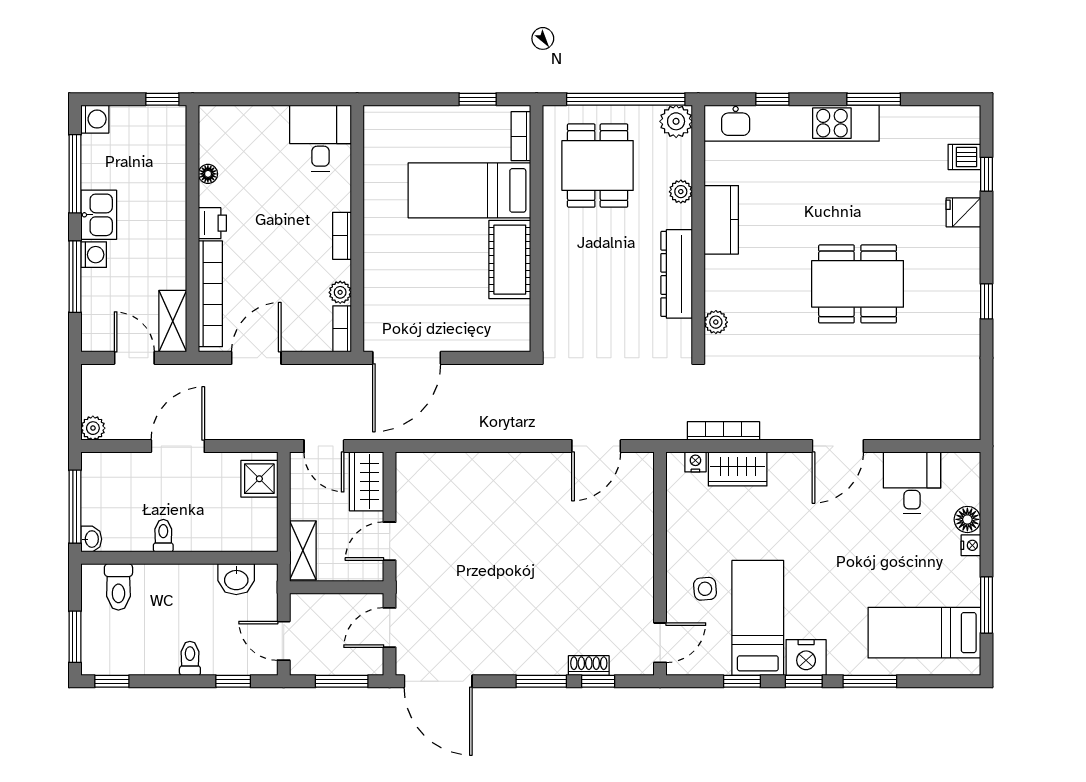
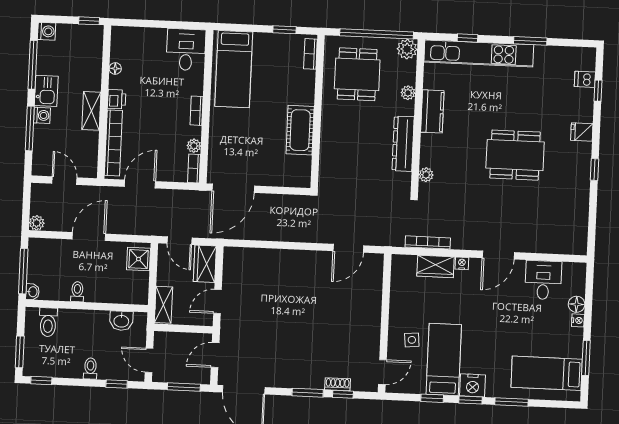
bed: (469, 190) -> (234, 69), moved, turned -90
fridge: (963, 212) -> (582, 132), moved
shelving: (173, 321) -> (91, 111), moved
nightstand: (695, 462) -> (462, 263), moved

